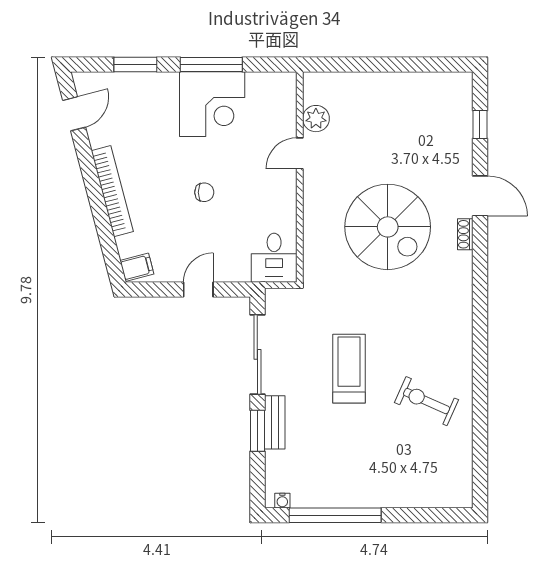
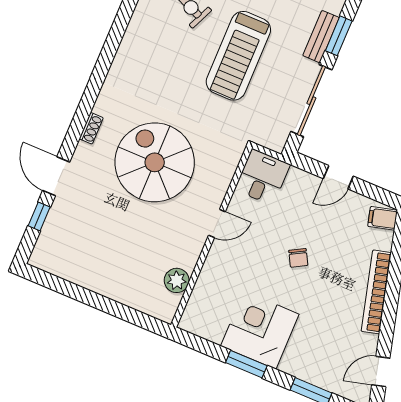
window: (211, 64) -> (246, 364), width x0.69
door: (300, 153) -> (217, 223), moved
chair: (204, 192) -> (298, 258), turned -119
door: (480, 196) -> (56, 176), moved
treadmill: (349, 369) -> (238, 56), width x1.37, depth x1.38

